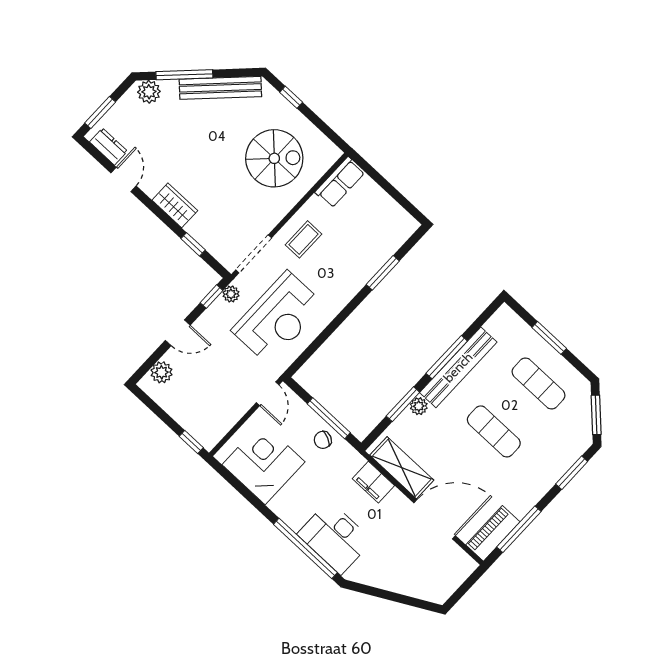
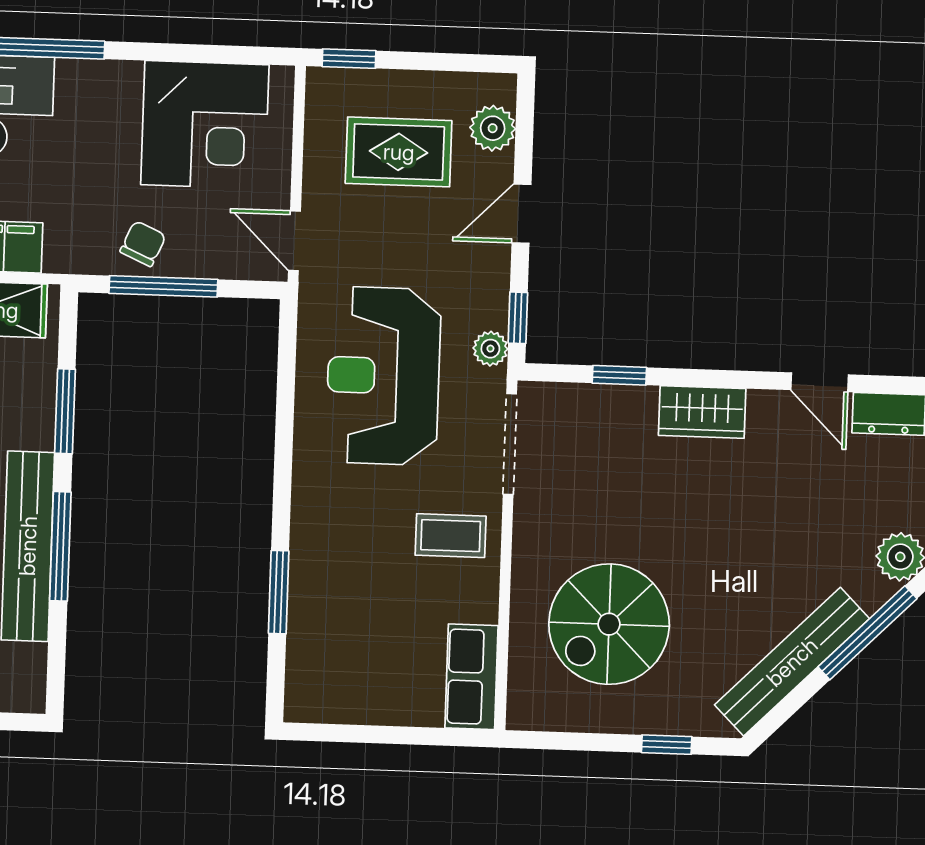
coffee table: (303, 239) -> (451, 536), turned 90
rug: (203, 393) -> (399, 152), added
plant: (419, 406) -> (37, 430), removed

